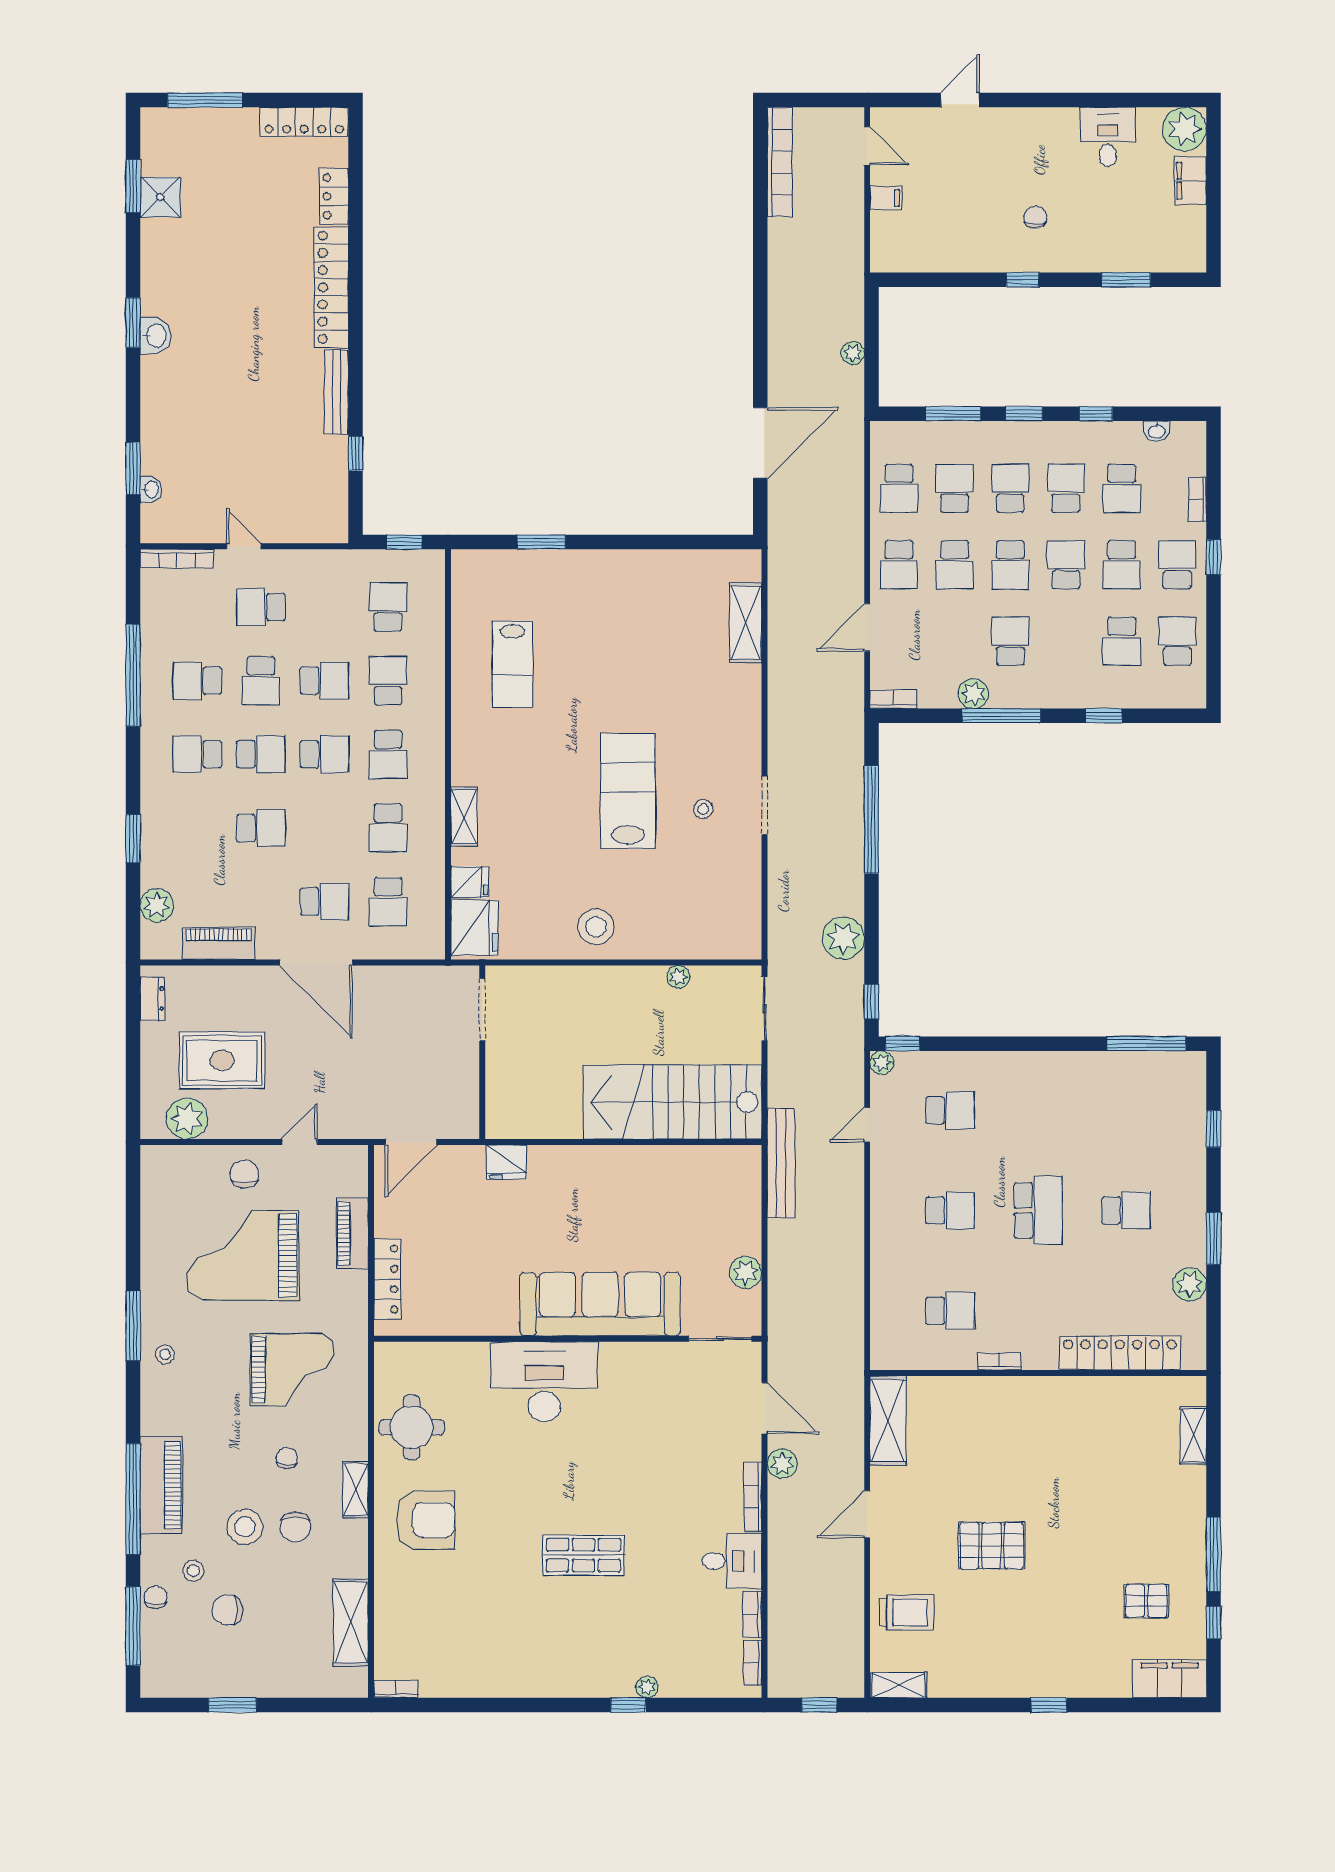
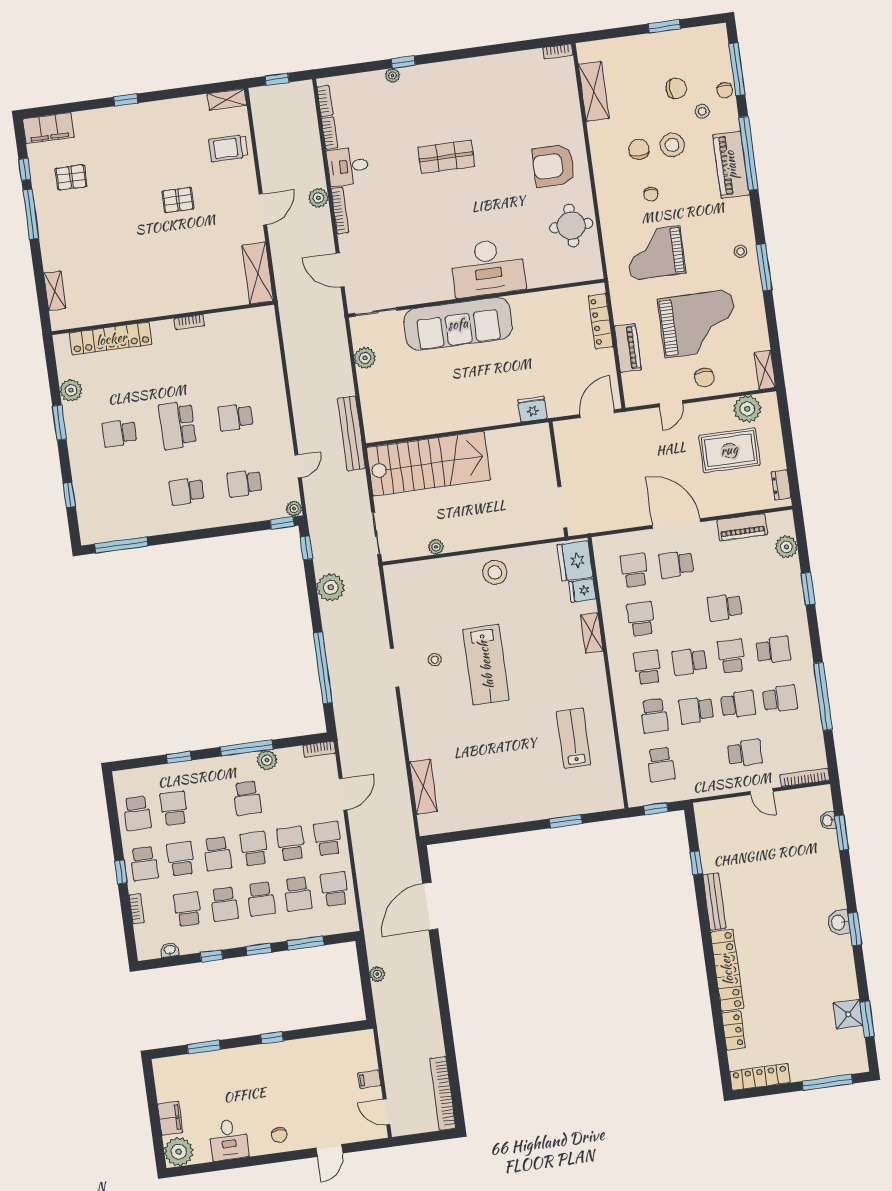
chair: (1035, 217) -> (279, 1135), moved
school desk: (261, 681) -> (738, 704), turned 90
school desk: (261, 754) -> (731, 656), turned 90
school desk: (950, 1311) -> (187, 491), moved
plant: (782, 1464) -> (318, 198), moved
shelving: (356, 1490) -> (765, 370), moved
pallet: (992, 1546) -> (178, 200), width x0.67, depth x0.71

